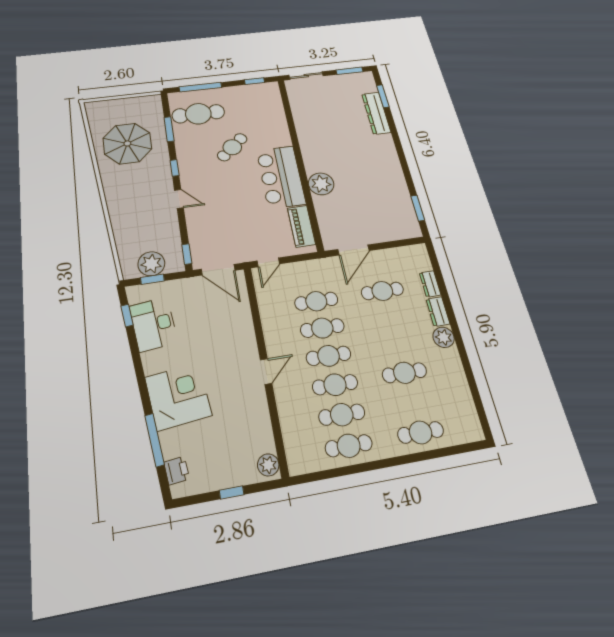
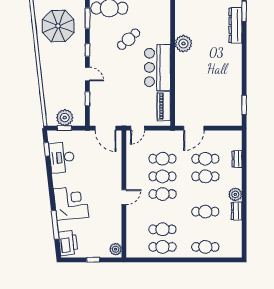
plant: (321, 184) -> (183, 44), moved
window: (187, 254) -> (87, 99), moved
dresser: (438, 312) -> (237, 211), moved
cafe table: (335, 385) -> (205, 176), moved
printer: (177, 471) -> (68, 243), width x1.87, depth x1.48

